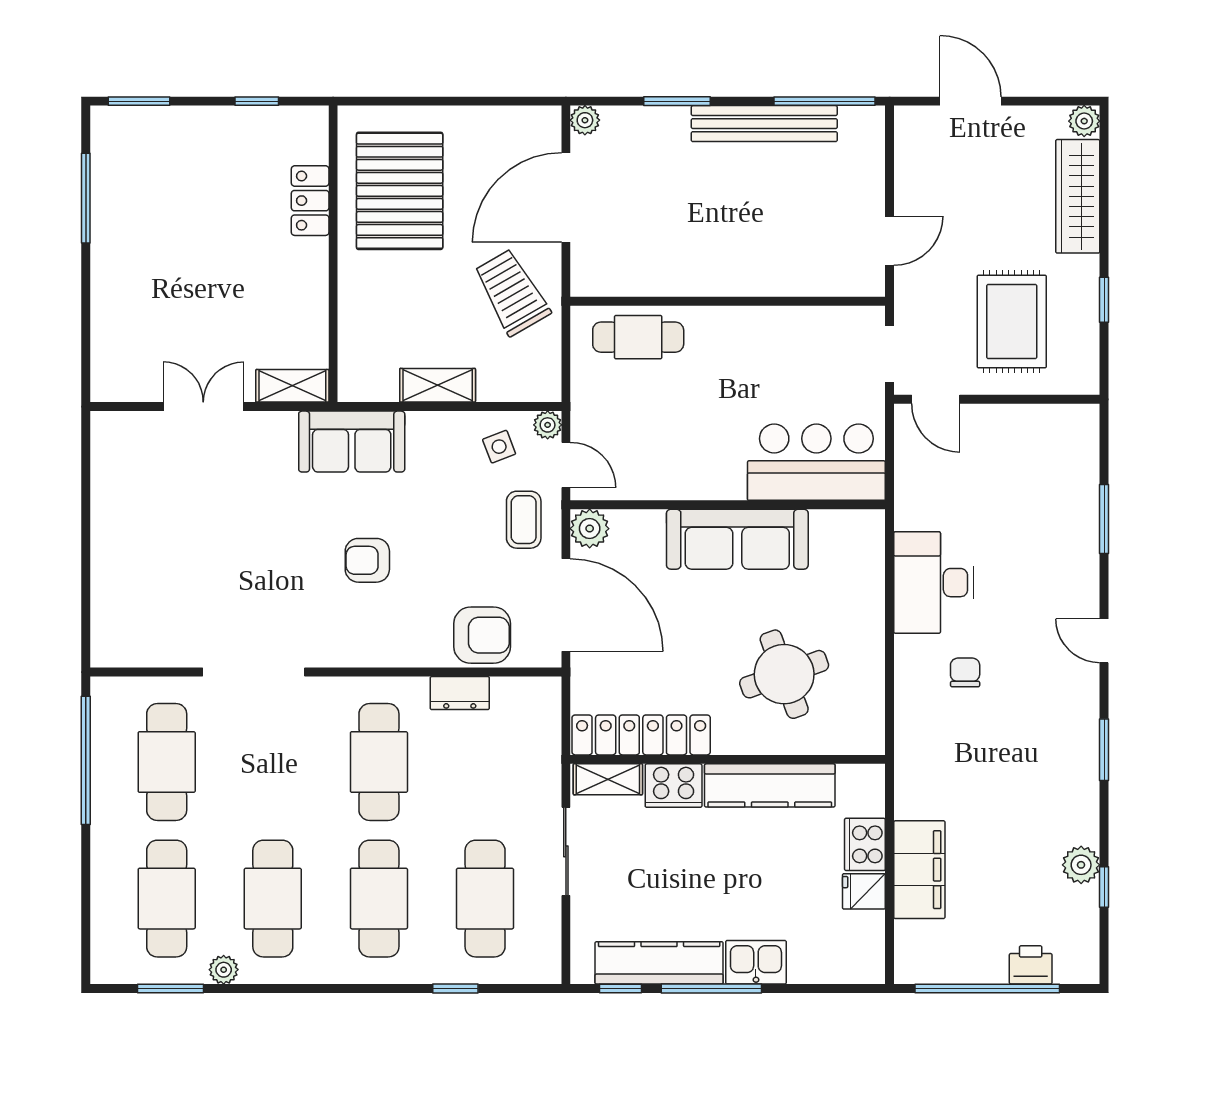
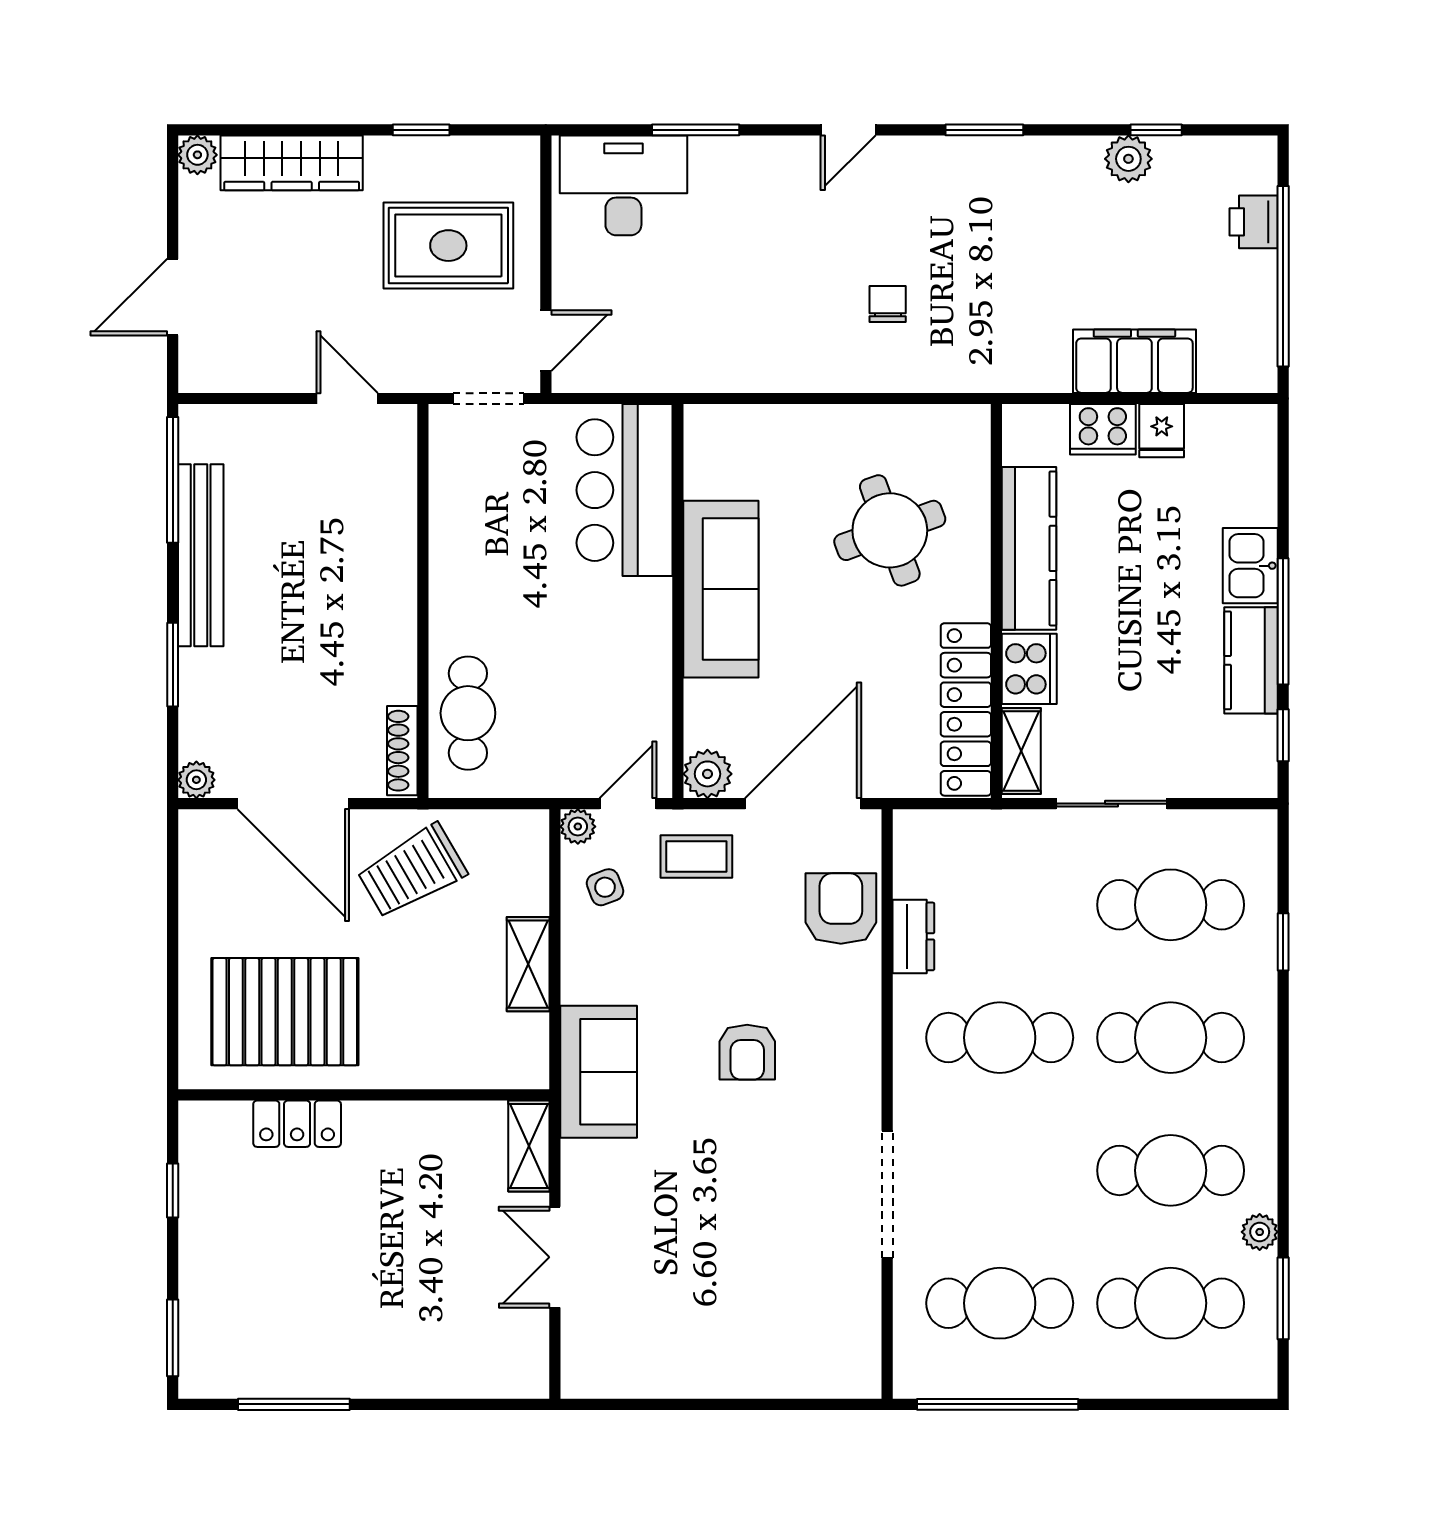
shoe rack: (608, 285) -> (402, 751), added
desk: (934, 583) -> (623, 185), moved, turned 180
chair: (965, 672) -> (888, 304), turned 90
kitchen counter: (659, 963) -> (1251, 660), width x0.67

